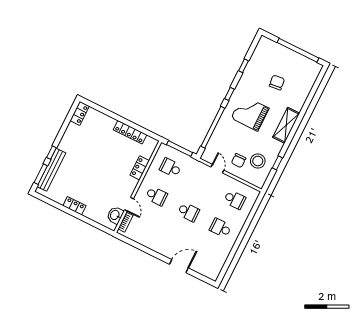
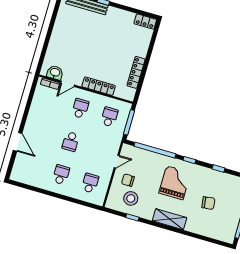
locker: (140, 168) -> (99, 86), width x1.53
school desk: (156, 196) -> (80, 108), turned 180
school desk: (235, 200) -> (90, 183), turned 180
locker: (74, 206) -> (57, 32), removed

